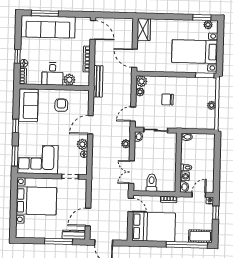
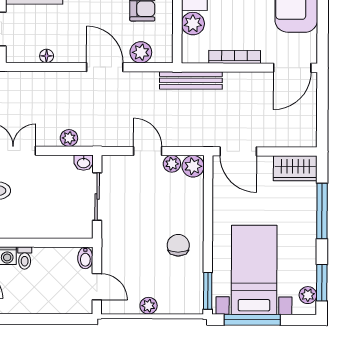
window: (166, 17) -> (322, 211), added
window: (220, 53) -> (252, 320), added
door: (134, 58) -> (238, 151), swing flipped
chair: (167, 99) -> (178, 245), moved
door: (133, 114) -> (148, 151), moved
door: (201, 131) -> (97, 287), added
plant: (82, 144) -> (141, 52), moved

